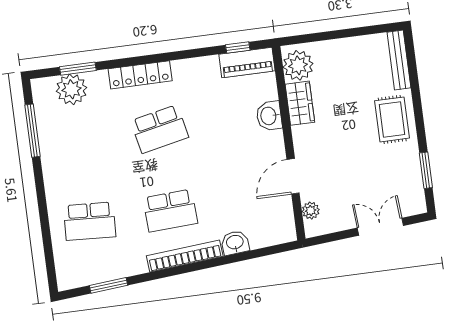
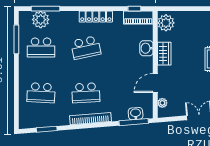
window: (78, 69) -> (46, 9), width x1.44
locker: (140, 75) -> (96, 17), moved
wardrobe: (300, 103) -> (164, 54), moved
school desk: (79, 140) -> (41, 48), added
washbasin: (235, 243) -> (136, 114), moved
window: (264, 252) -> (134, 122), added

